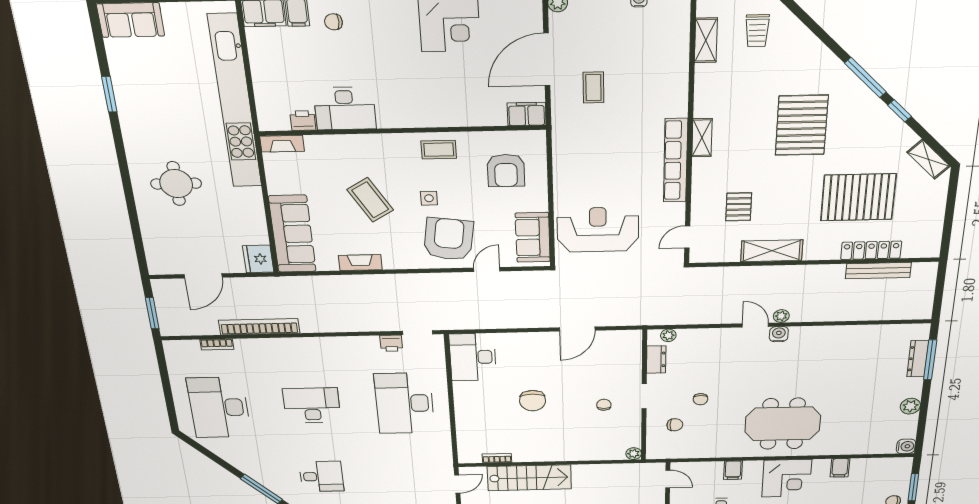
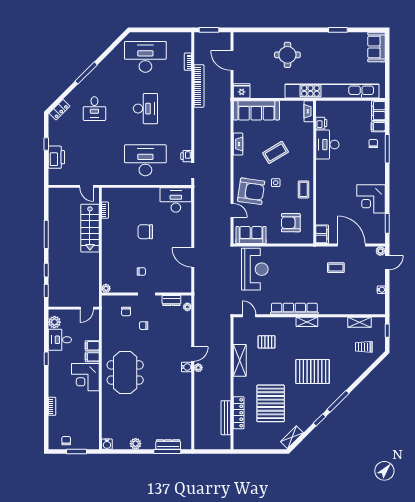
filing cabinet: (840, 468) -> (92, 357), moved

